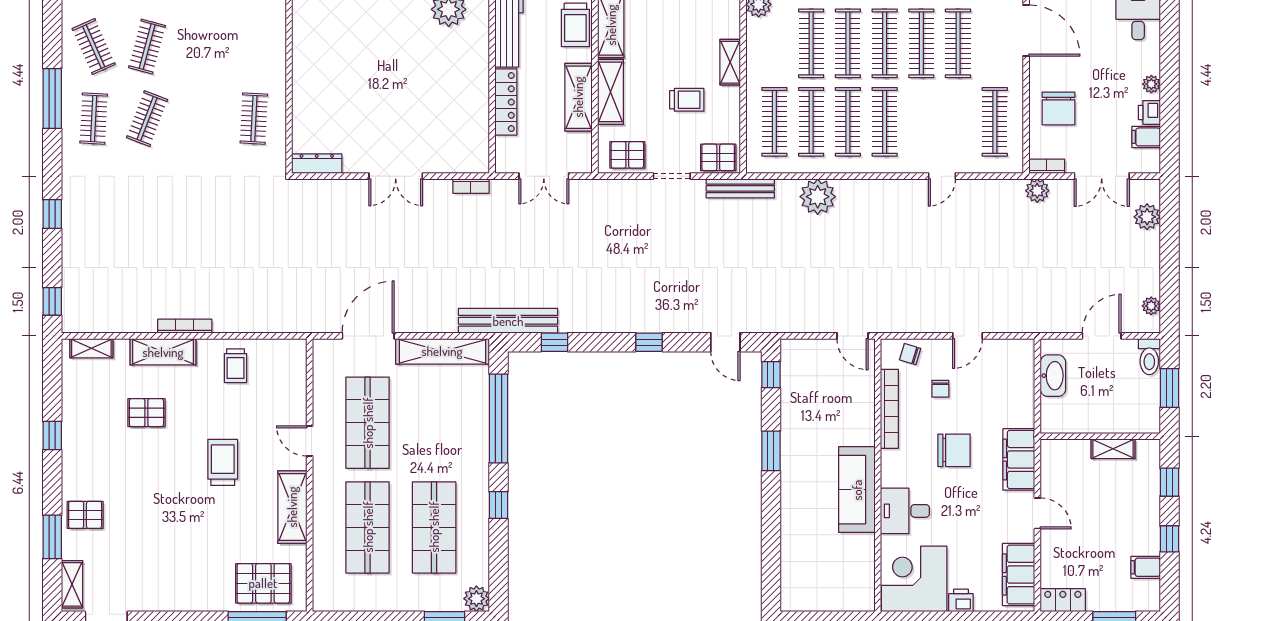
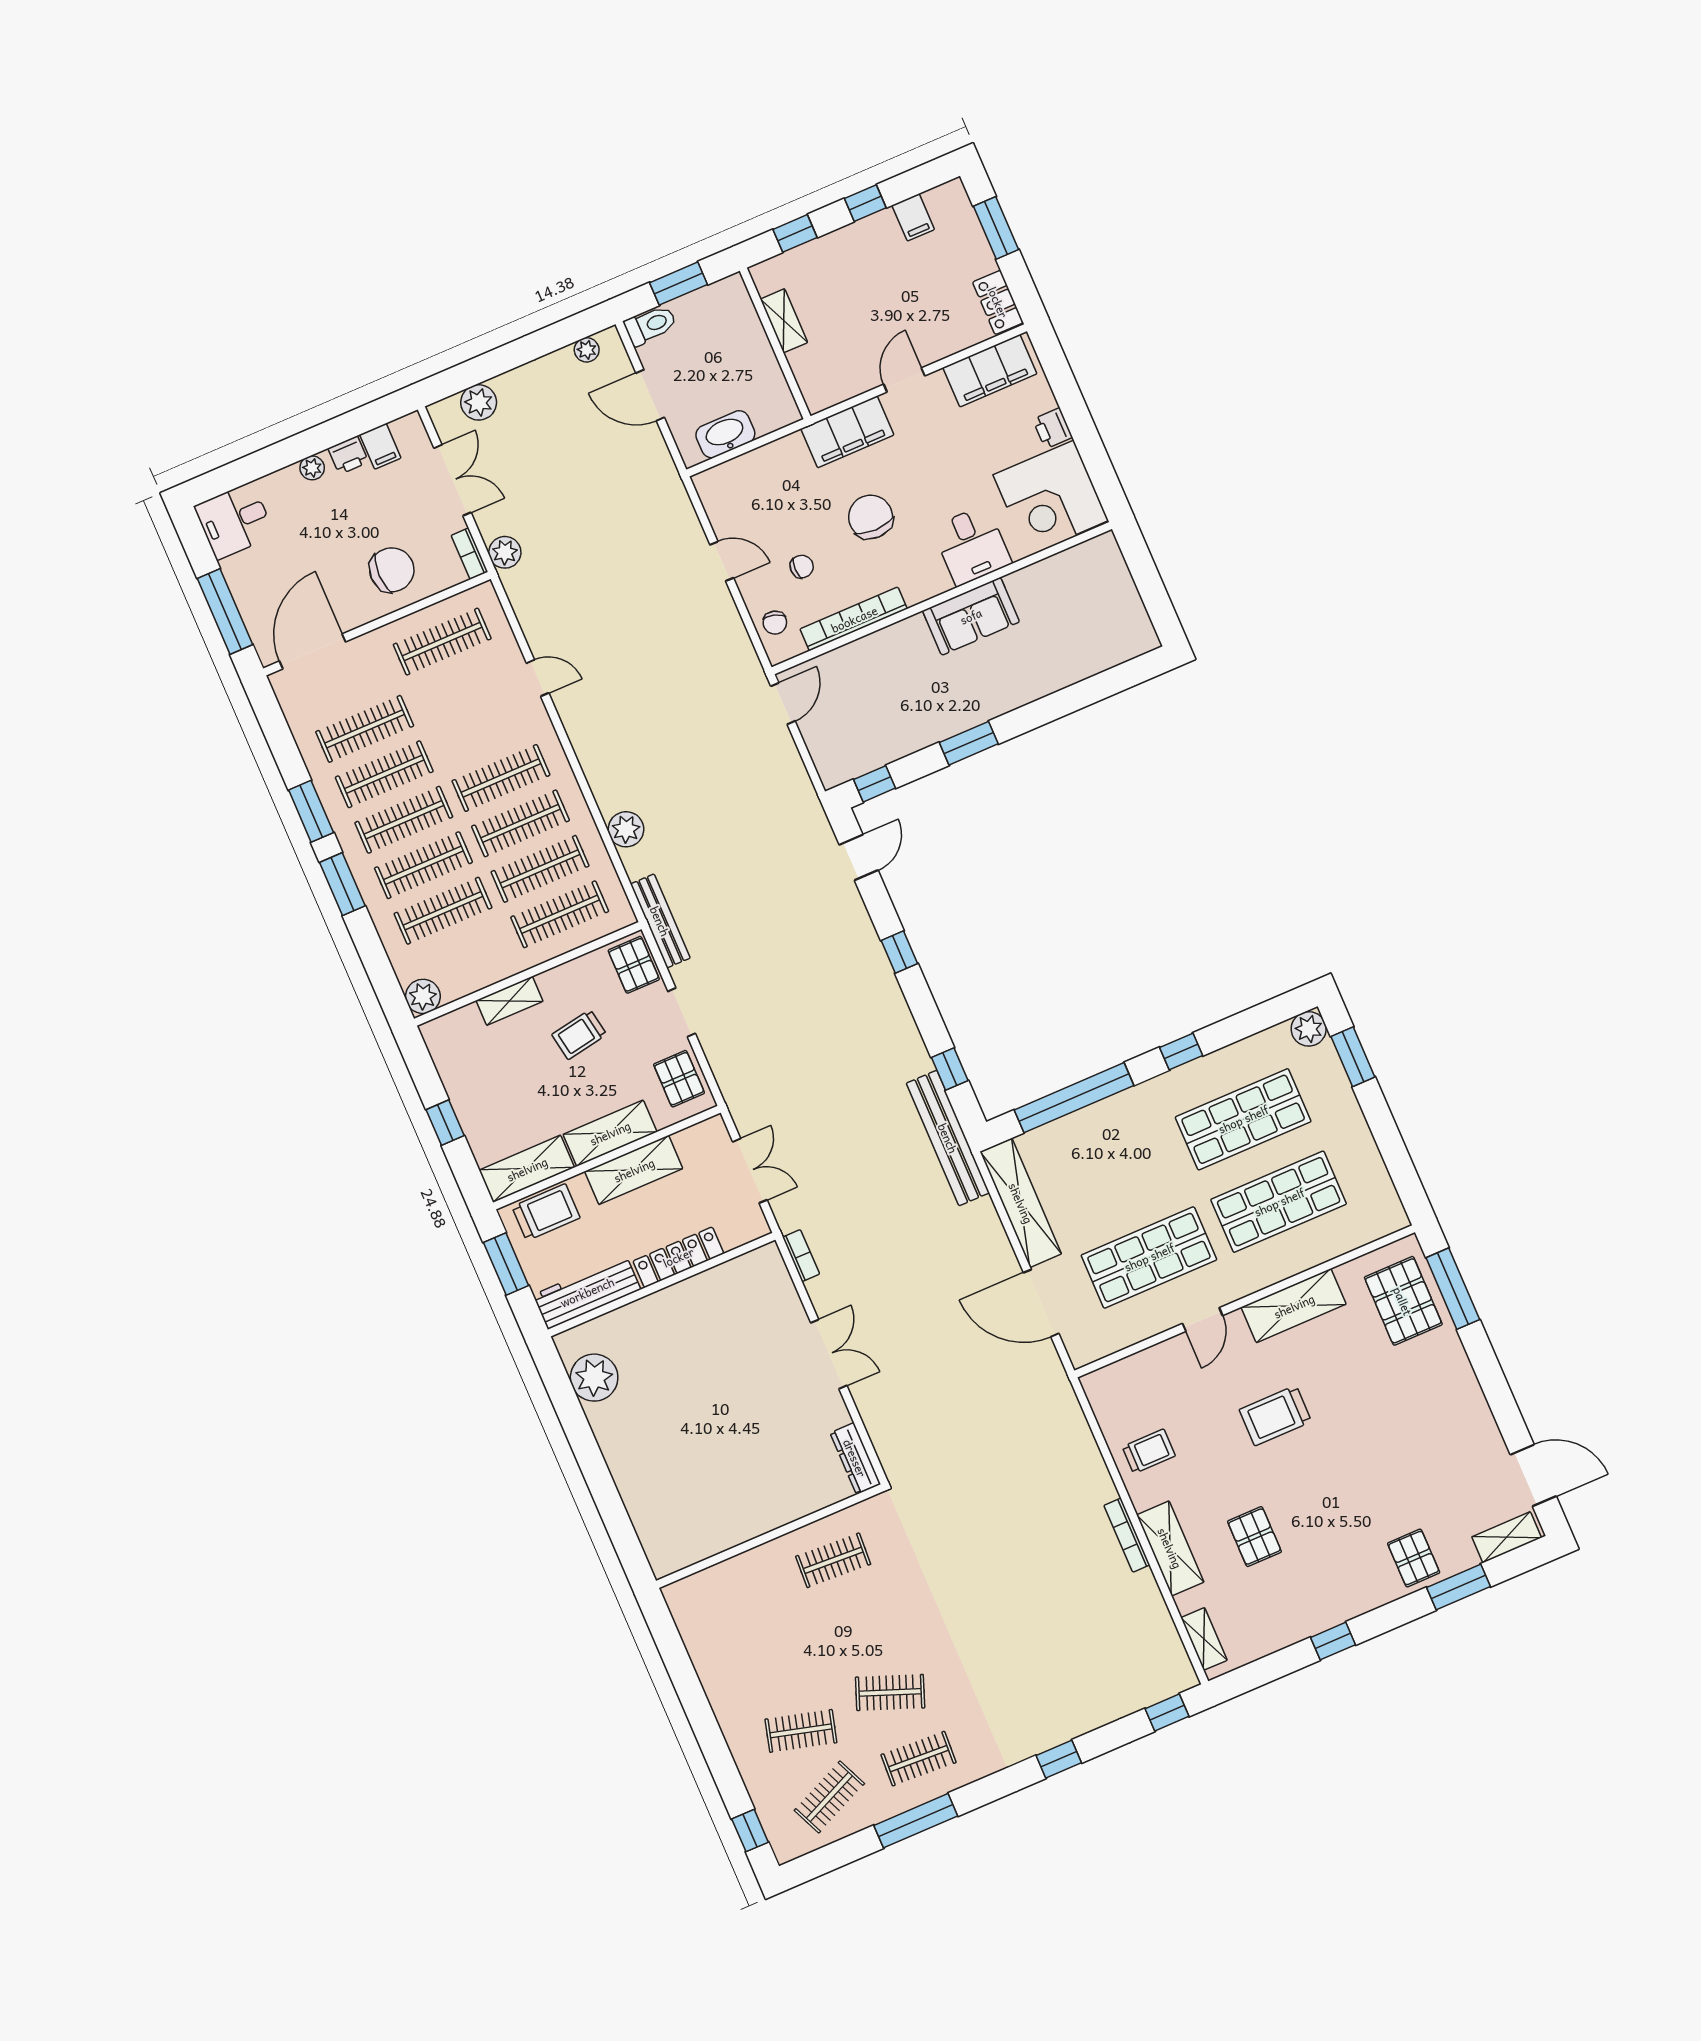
trolley: (687, 100) -> (579, 1035), turned -100
plant: (818, 197) -> (626, 829), width x0.73, depth x0.73
sofa: (857, 490) -> (971, 616), width x0.73

